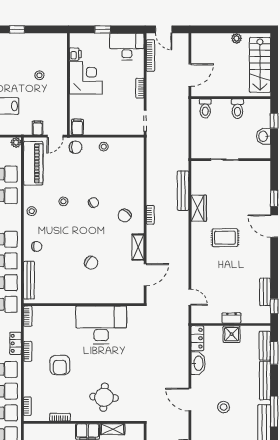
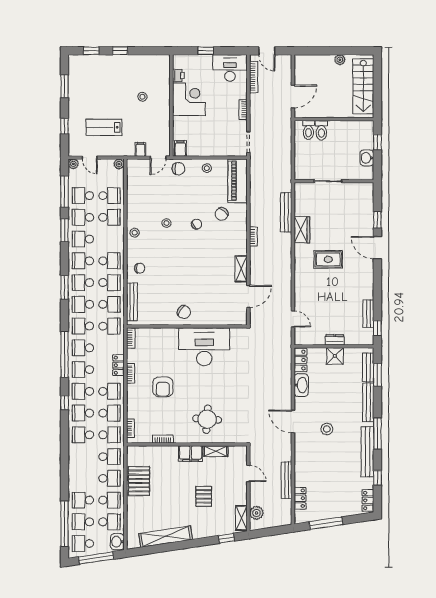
toilet: (237, 109) -> (321, 130), moved
piano: (33, 163) -> (237, 181), moved, turned 180
chair: (125, 216) -> (222, 214), moved
chair: (91, 263) -> (184, 312), moved

